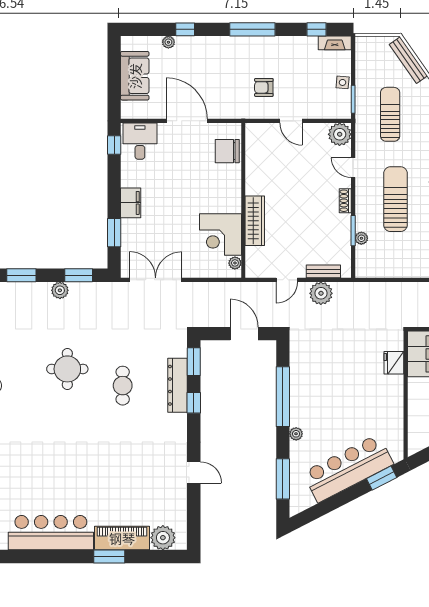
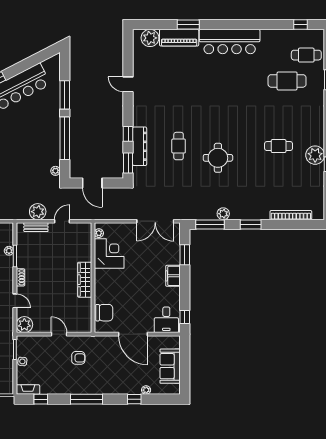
wardrobe: (255, 221) -> (85, 280), moved
window: (79, 275) -> (210, 224), width x1.44
plant: (296, 434) -> (55, 171), moved
window: (283, 479) -> (65, 95), moved

